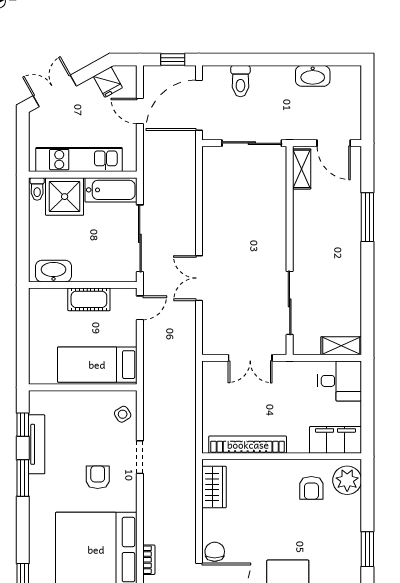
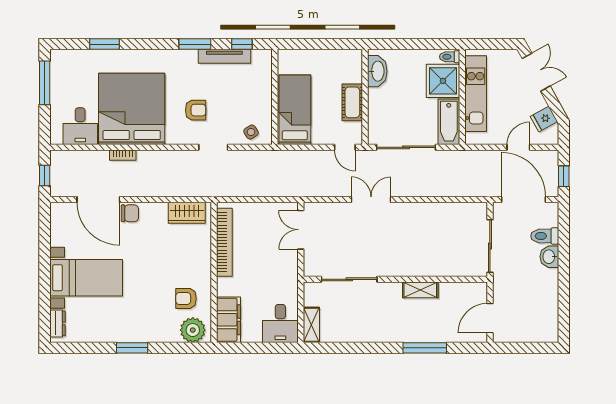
washbasin: (313, 76) -> (549, 257), moved, width x0.72
shelving: (302, 169) -> (420, 290), moved
double door: (250, 358) -> (301, 230), moved

